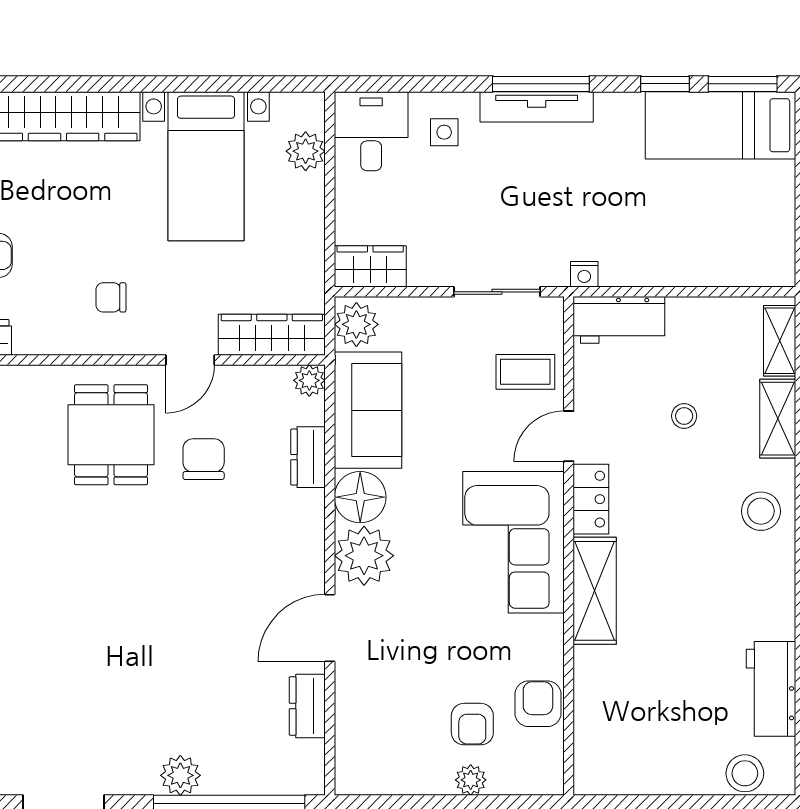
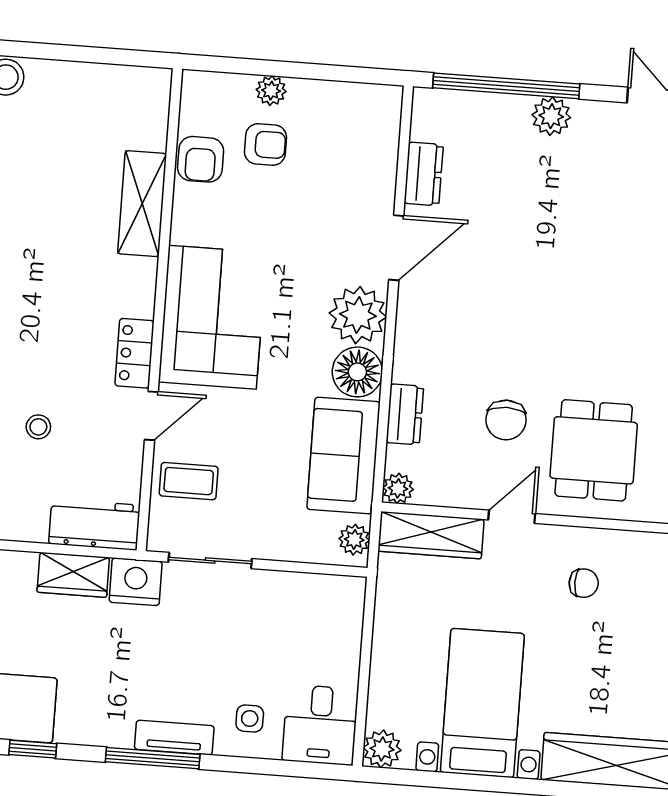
tv unit: (537, 107) -> (174, 738), width x0.71
plant: (306, 151) -> (382, 749), moved
wardrobe: (370, 266) -> (73, 575), moved
nightstand: (584, 274) -> (136, 582), width x1.89, depth x1.79
plant: (356, 324) -> (354, 540), width x0.73, depth x0.73
shelving: (595, 591) -> (142, 204), moved
armchair: (472, 724) -> (265, 144), turned 90

